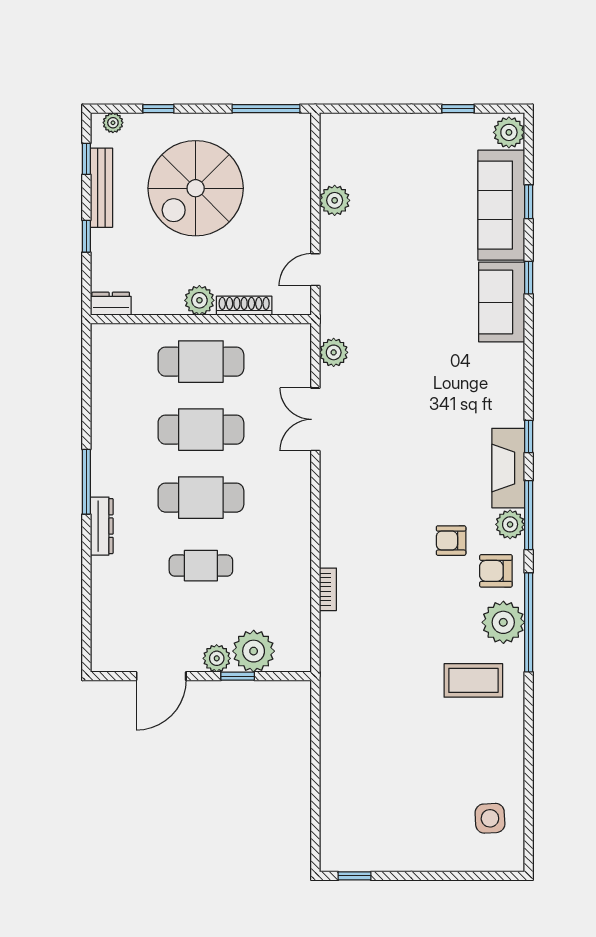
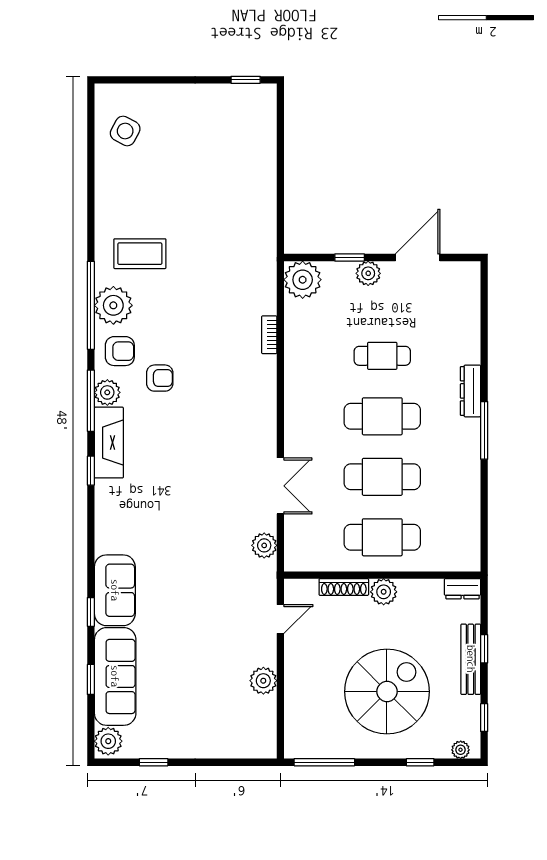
bench: (101, 188) -> (471, 659), moved
plant: (254, 651) -> (303, 280), moved
side table: (490, 818) -> (125, 131), turned 31

